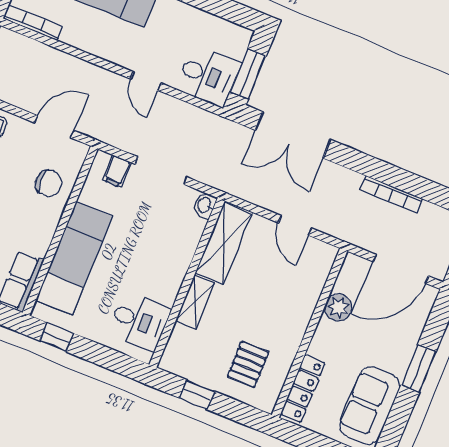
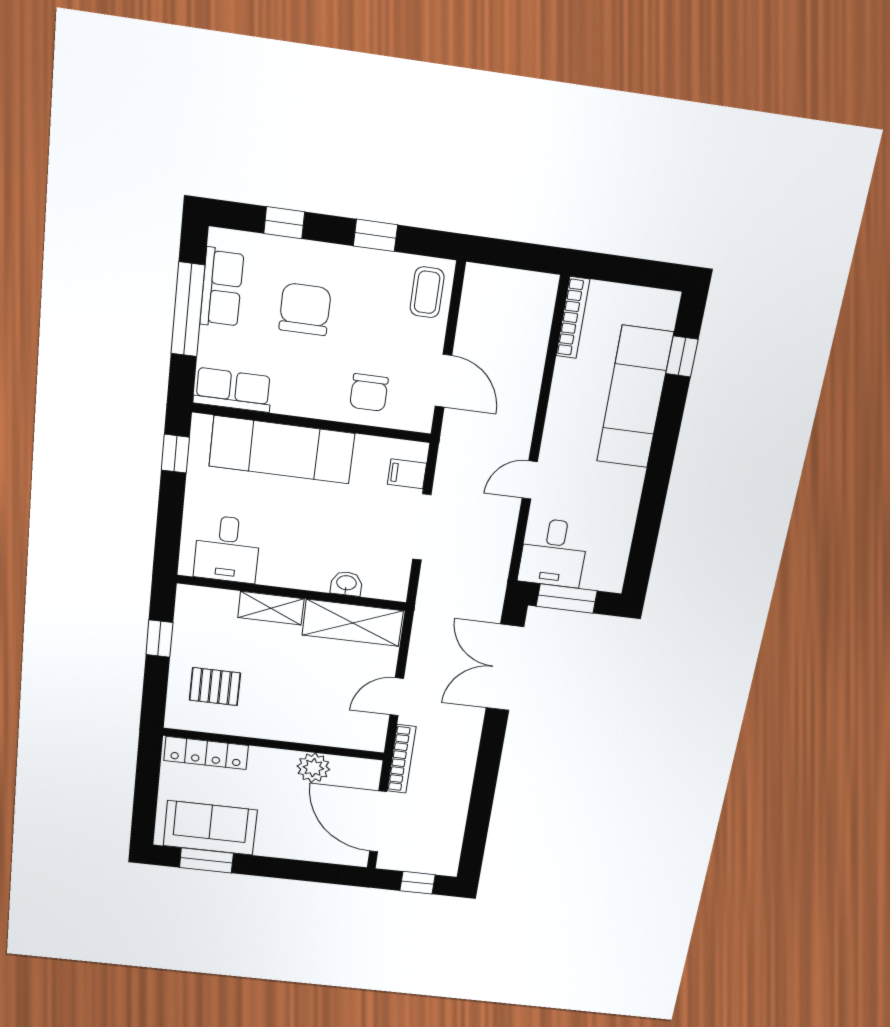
bookcase: (391, 194) -> (401, 759), moved, turned 180
washbasin: (205, 205) -> (346, 583), moved
window: (418, 368) -> (206, 860), moved

